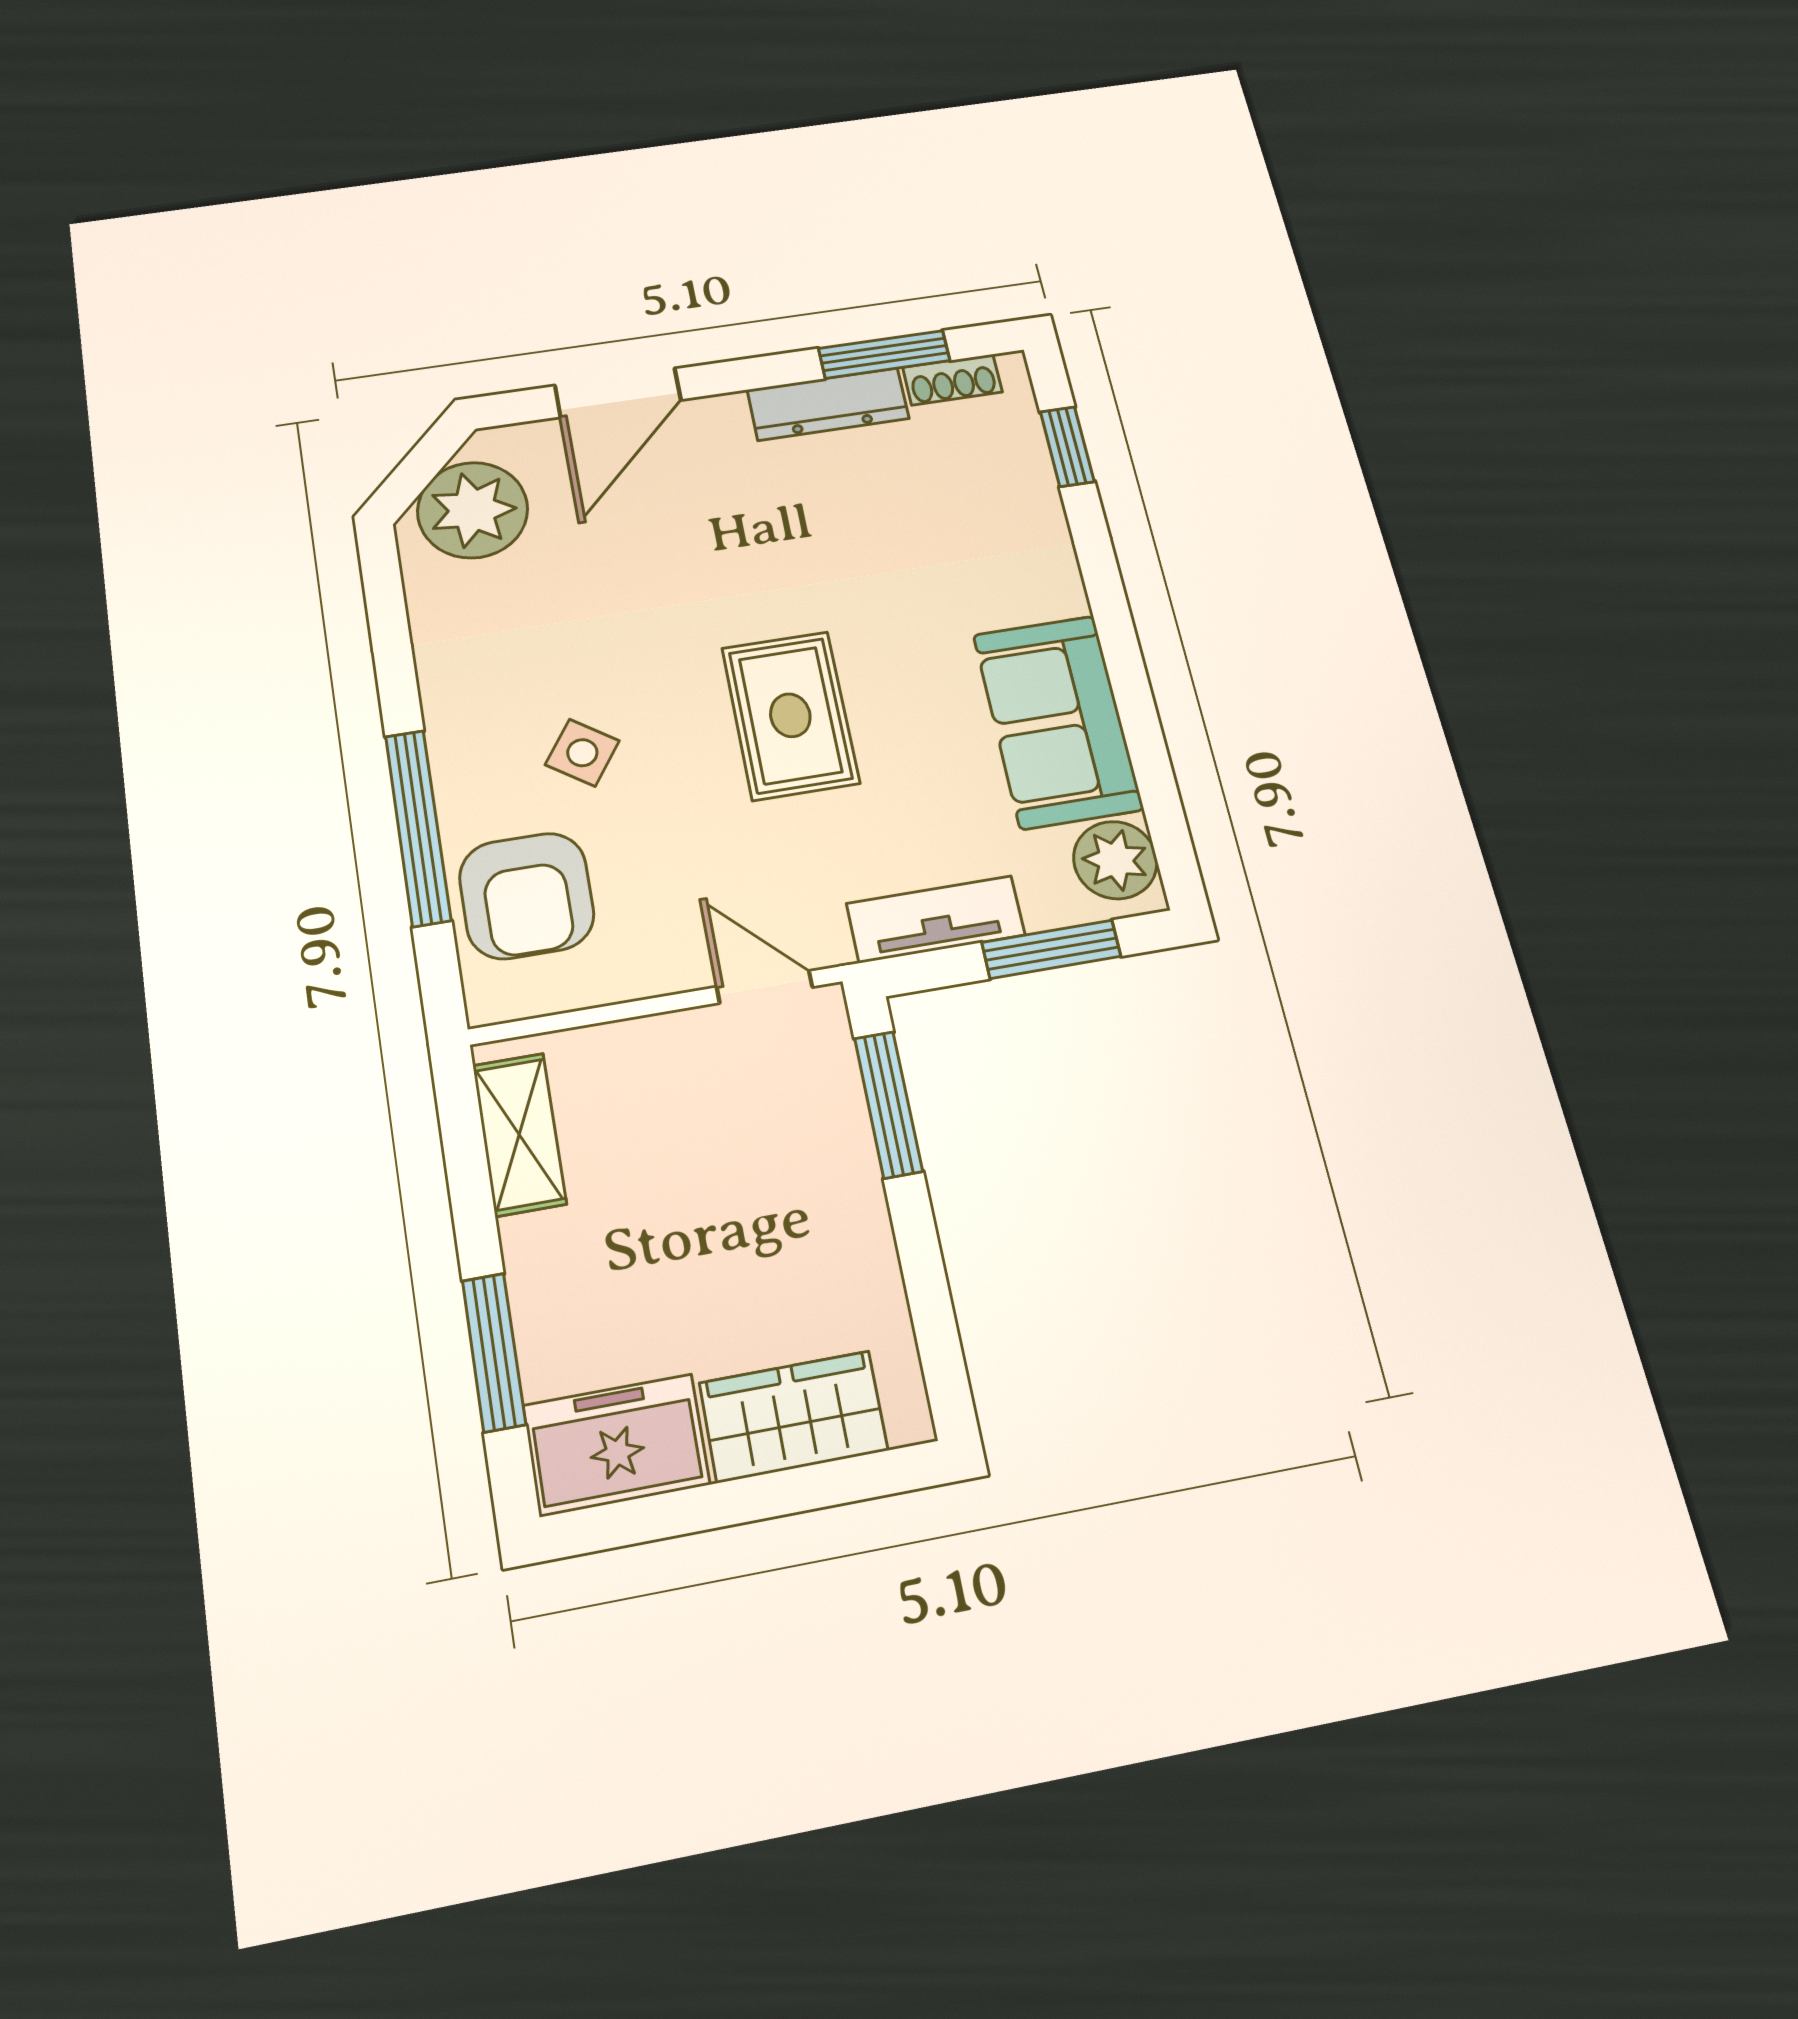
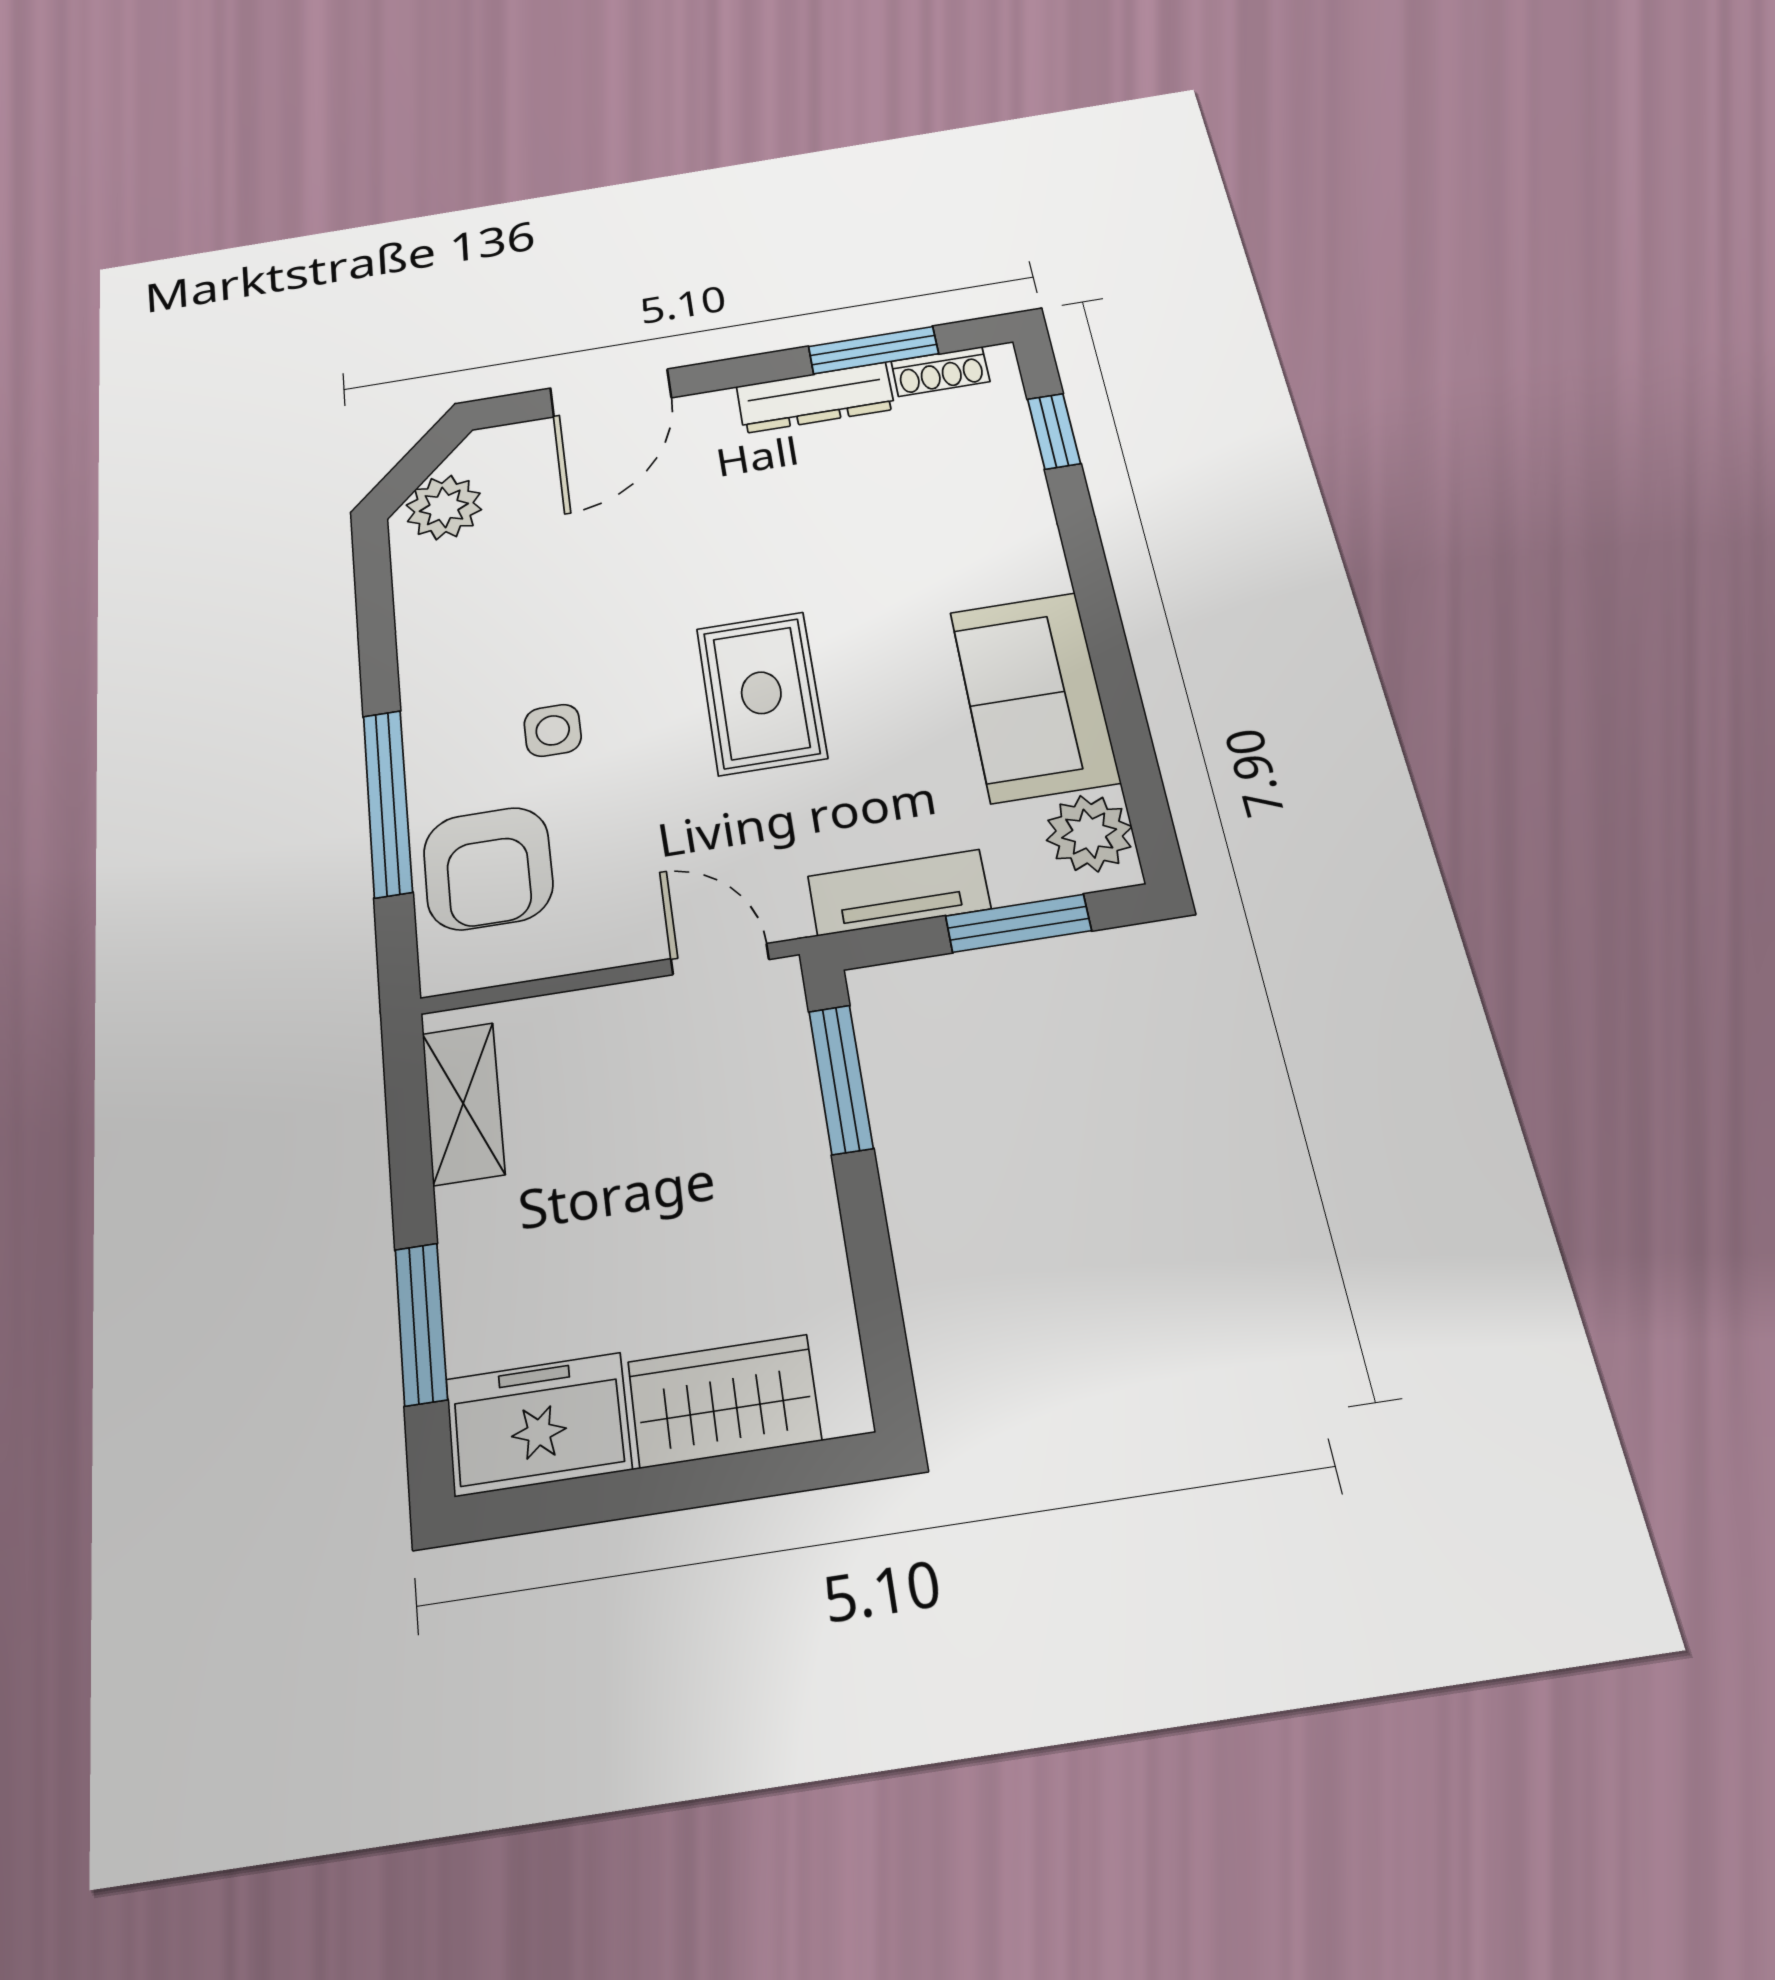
plant: (473, 510) -> (444, 507), width x0.73, depth x0.73
side table: (582, 753) -> (553, 730), turned -35

